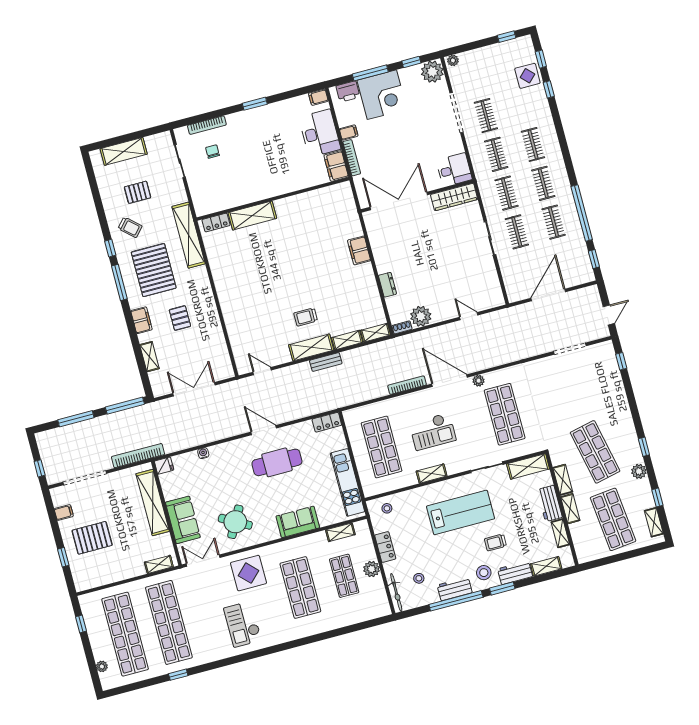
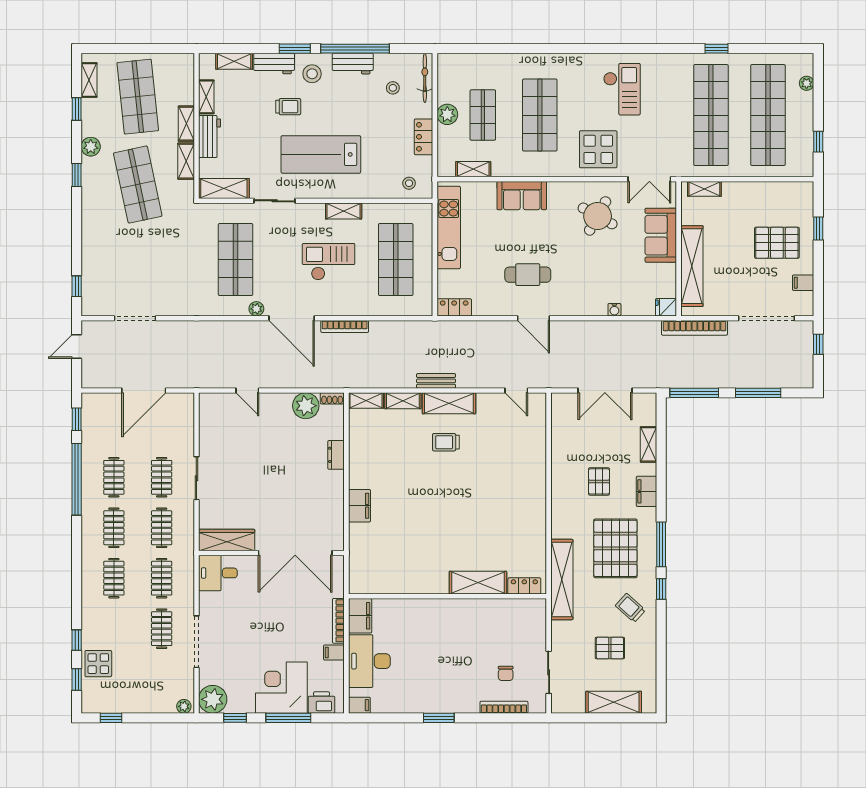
trolley: (306, 317) -> (446, 442), turned 180
cafe table: (277, 462) -> (528, 275), width x0.73, depth x0.74

